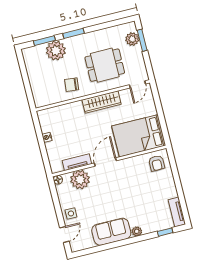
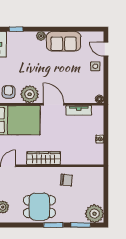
plant: (56, 51) -> (94, 214), moved
dining table: (105, 65) -> (39, 207), moved
door: (105, 162) -> (54, 104), swing flipped
plant: (80, 180) -> (30, 94), moved
door: (64, 235) -> (106, 49), hinge flipped

